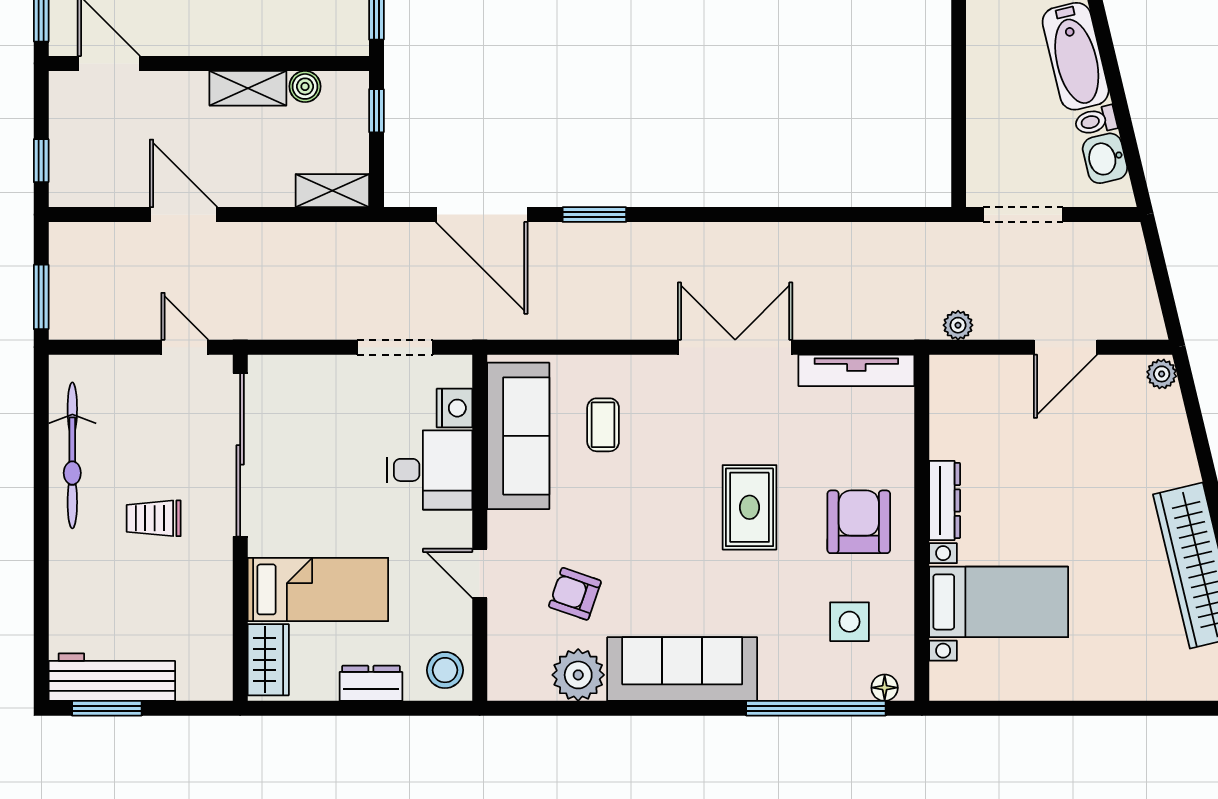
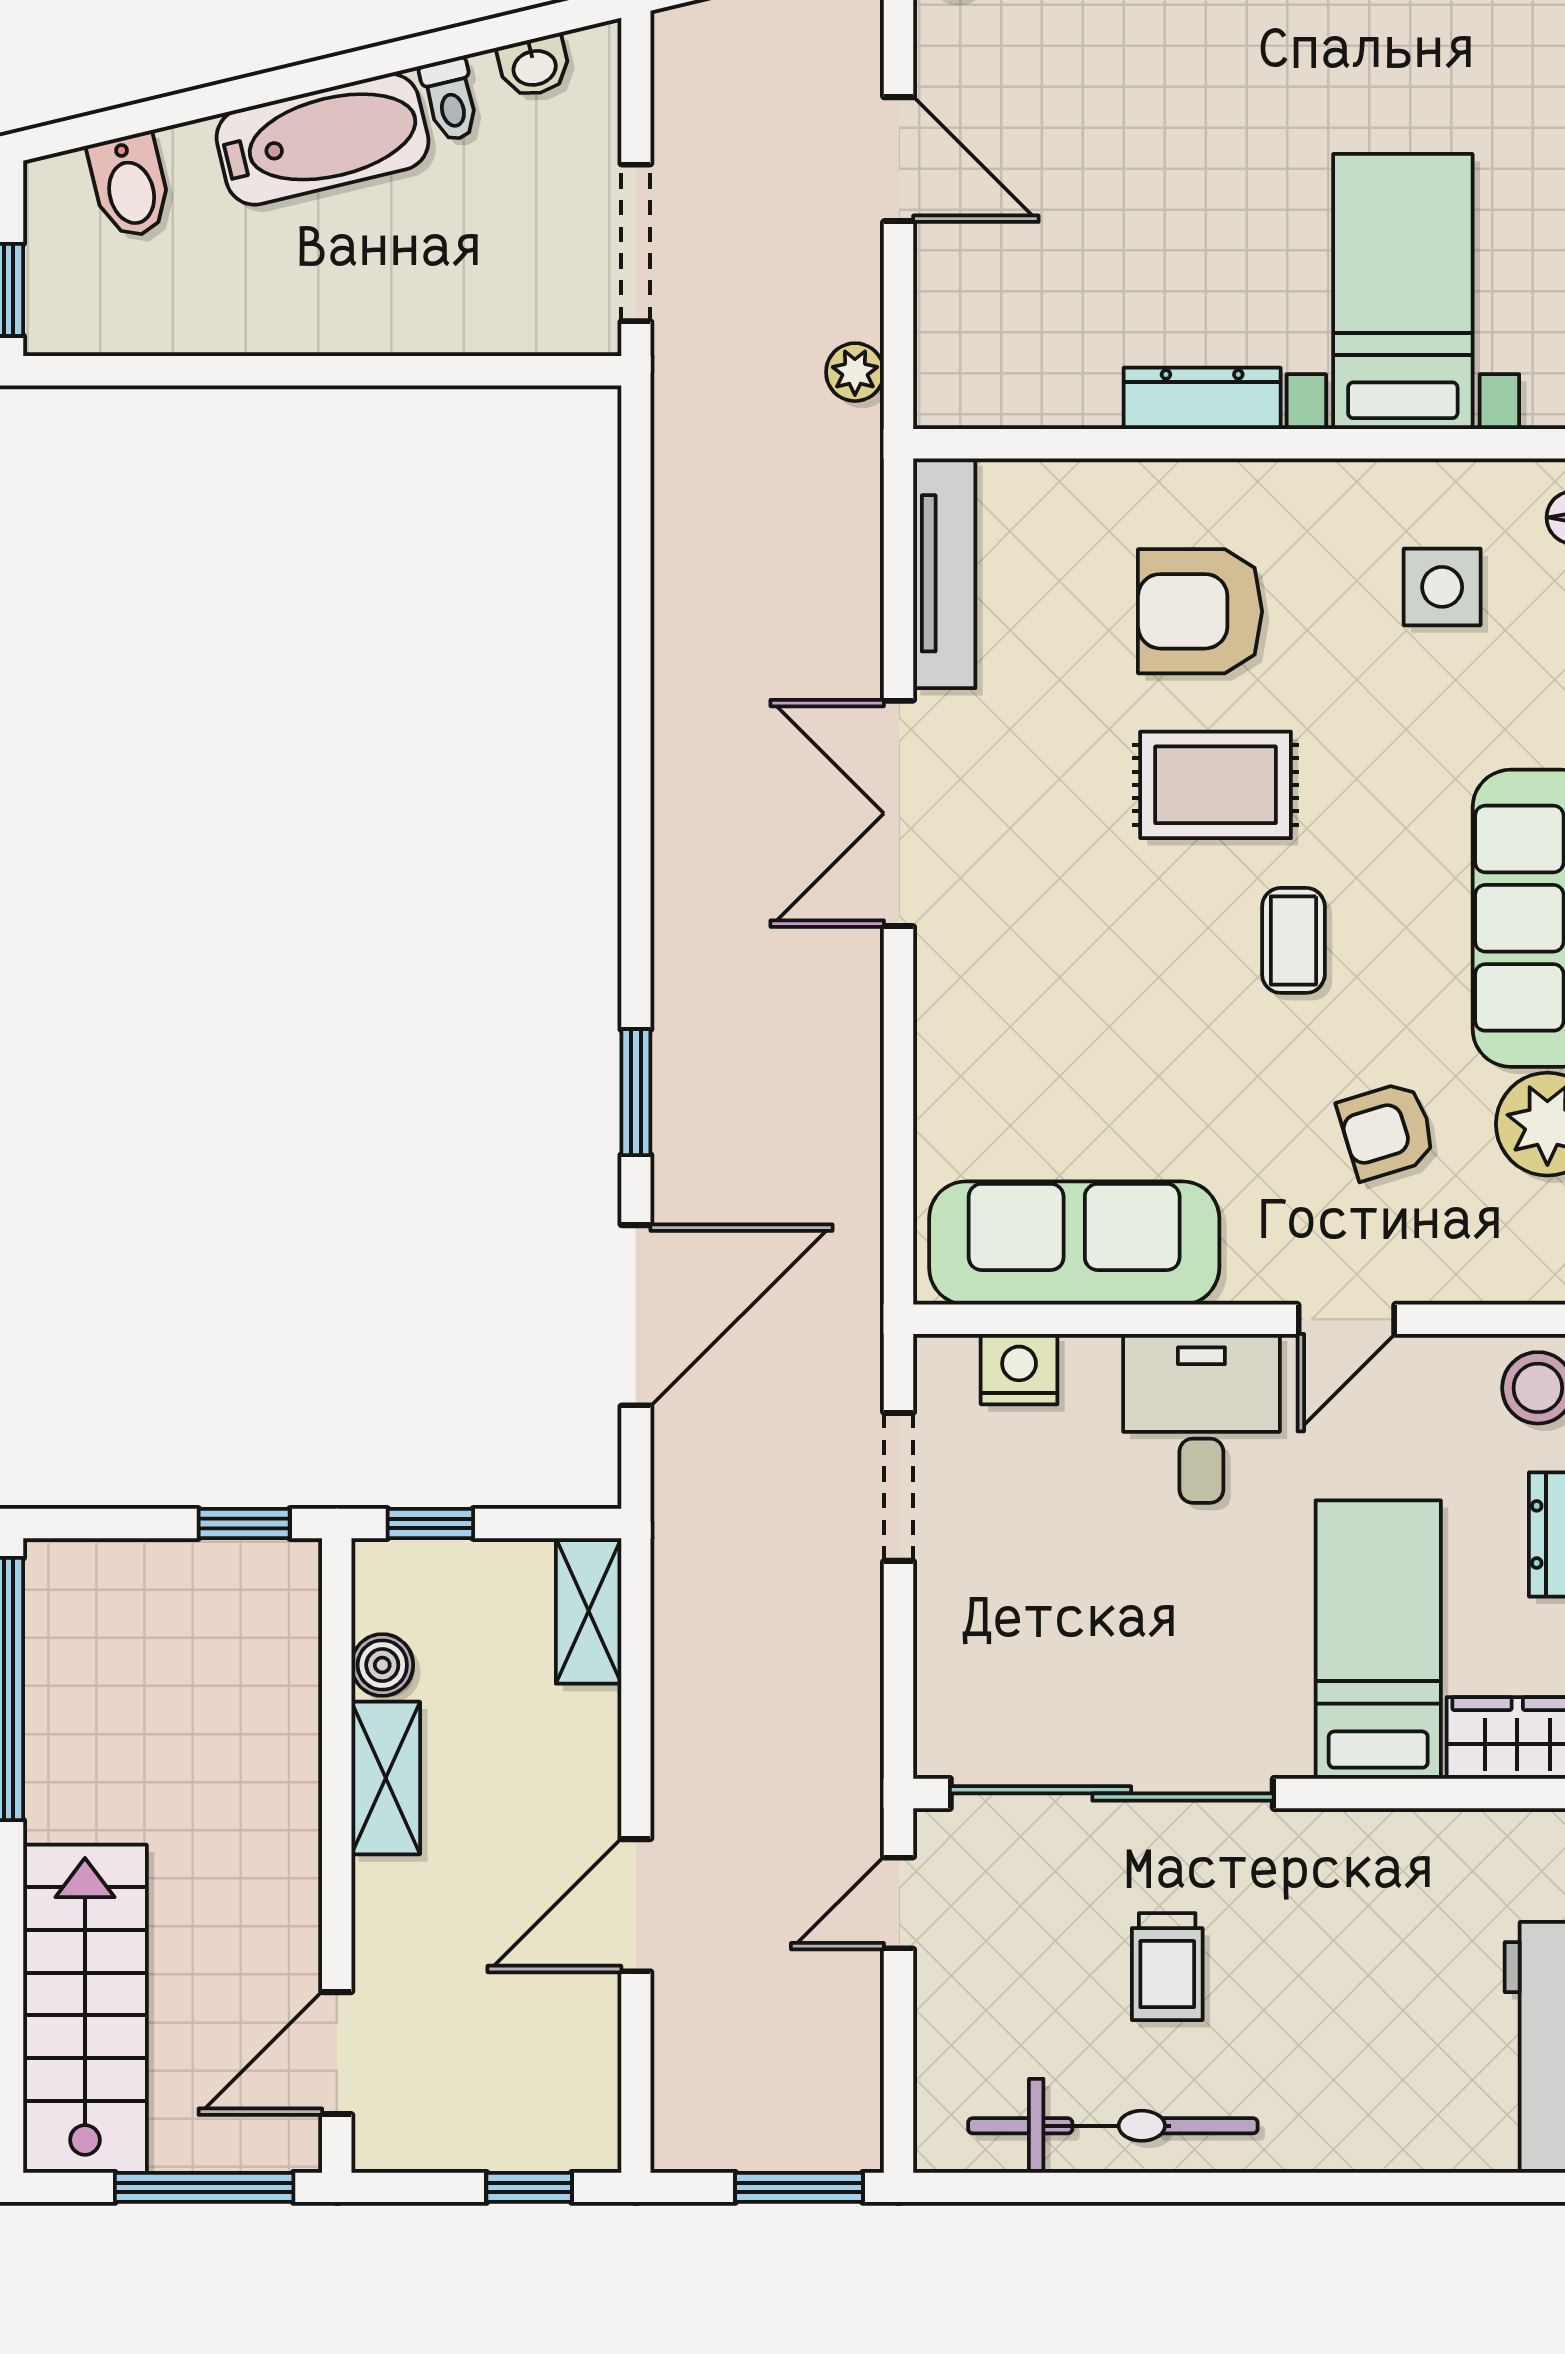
washbasin: (1105, 158) -> (534, 66), width x0.72, depth x0.69
coffee table: (603, 425) -> (1293, 940), moved, turned 90
desk: (430, 470) -> (1201, 1418), moved
trolley: (154, 518) -> (1167, 1967), moved
armchair: (859, 522) -> (1200, 611), moved
armchair: (575, 594) -> (1387, 1131), turned 54

